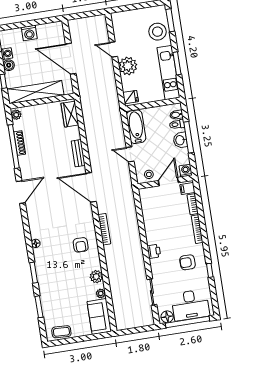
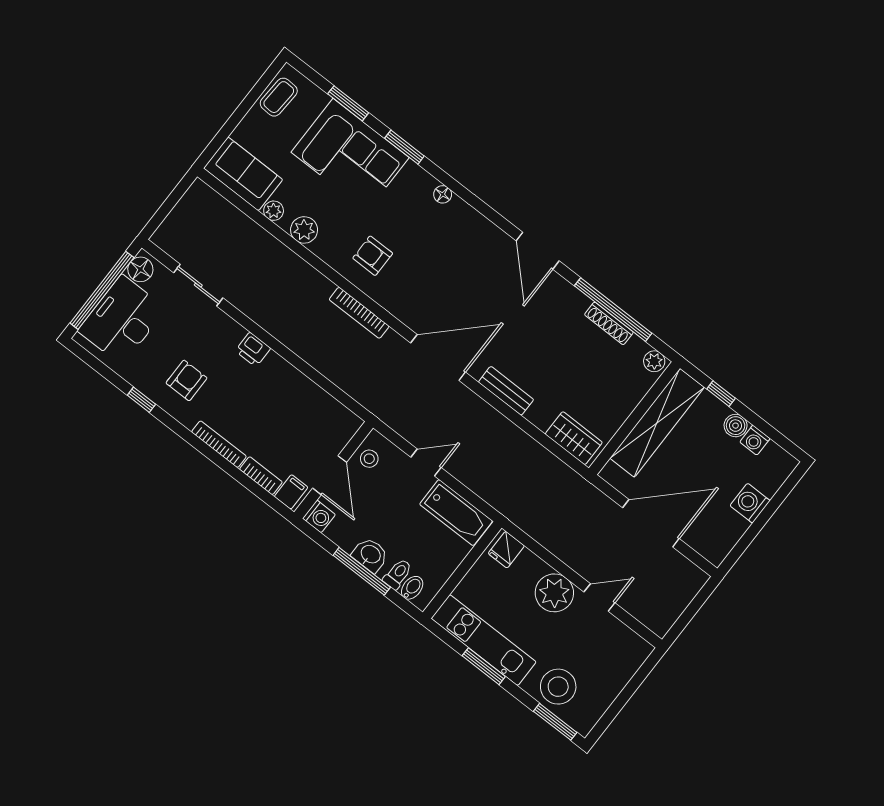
corner sofa: (55, 288) -> (350, 155), added

